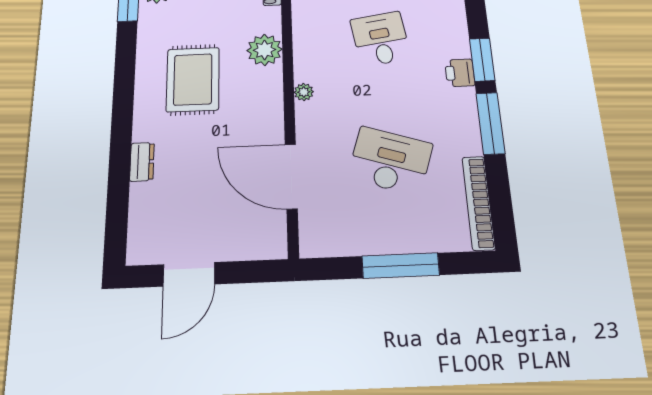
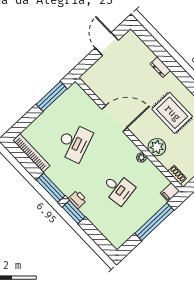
plant: (304, 92) -> (141, 158), moved
desk: (390, 161) -> (74, 143), turned -39
door: (291, 176) -> (114, 119), moved
window: (401, 266) -> (52, 96), moved

